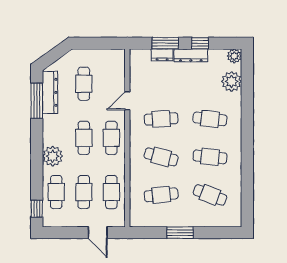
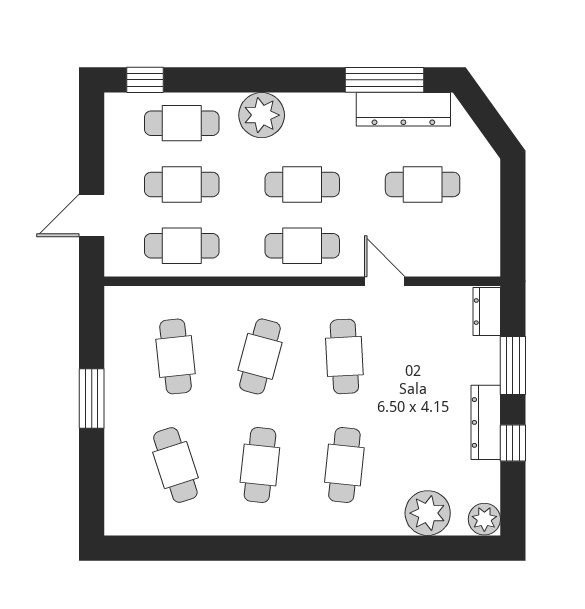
dresser: (162, 55) -> (487, 312), moved
cafe table: (210, 195) -> (175, 465), turned -39

